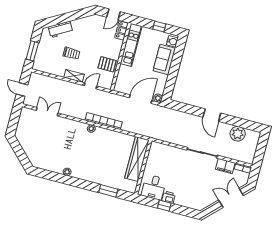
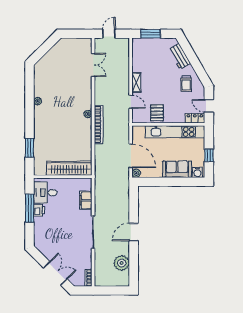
kitchen unit: (131, 45) -> (175, 132), width x1.36
trolley: (71, 53) -> (186, 84), moved
filing cabinet: (225, 166) -> (86, 200), moved
window: (164, 206) -> (29, 208), width x2.17

